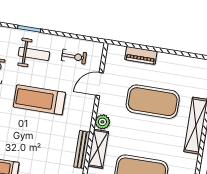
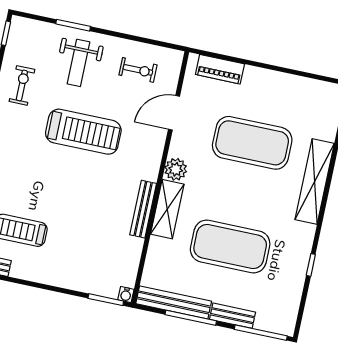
weight bench: (34, 54) -> (79, 63), turned 90
piano: (141, 55) -> (220, 69), moved
treadmill: (39, 100) -> (83, 132), turned 180

